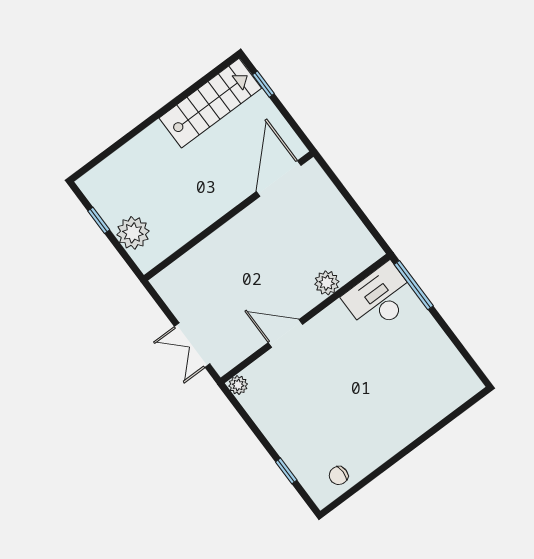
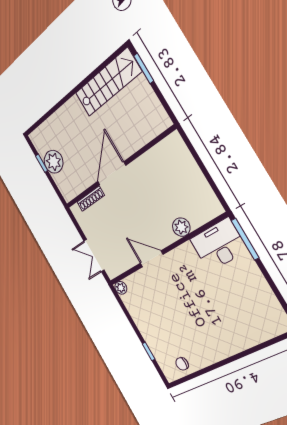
window: (263, 84) -> (144, 68), width x1.50
door: (279, 178) -> (112, 173), moved
plant: (133, 233) -> (54, 162), moved
shoe rack: (185, 263) -> (91, 199), added

